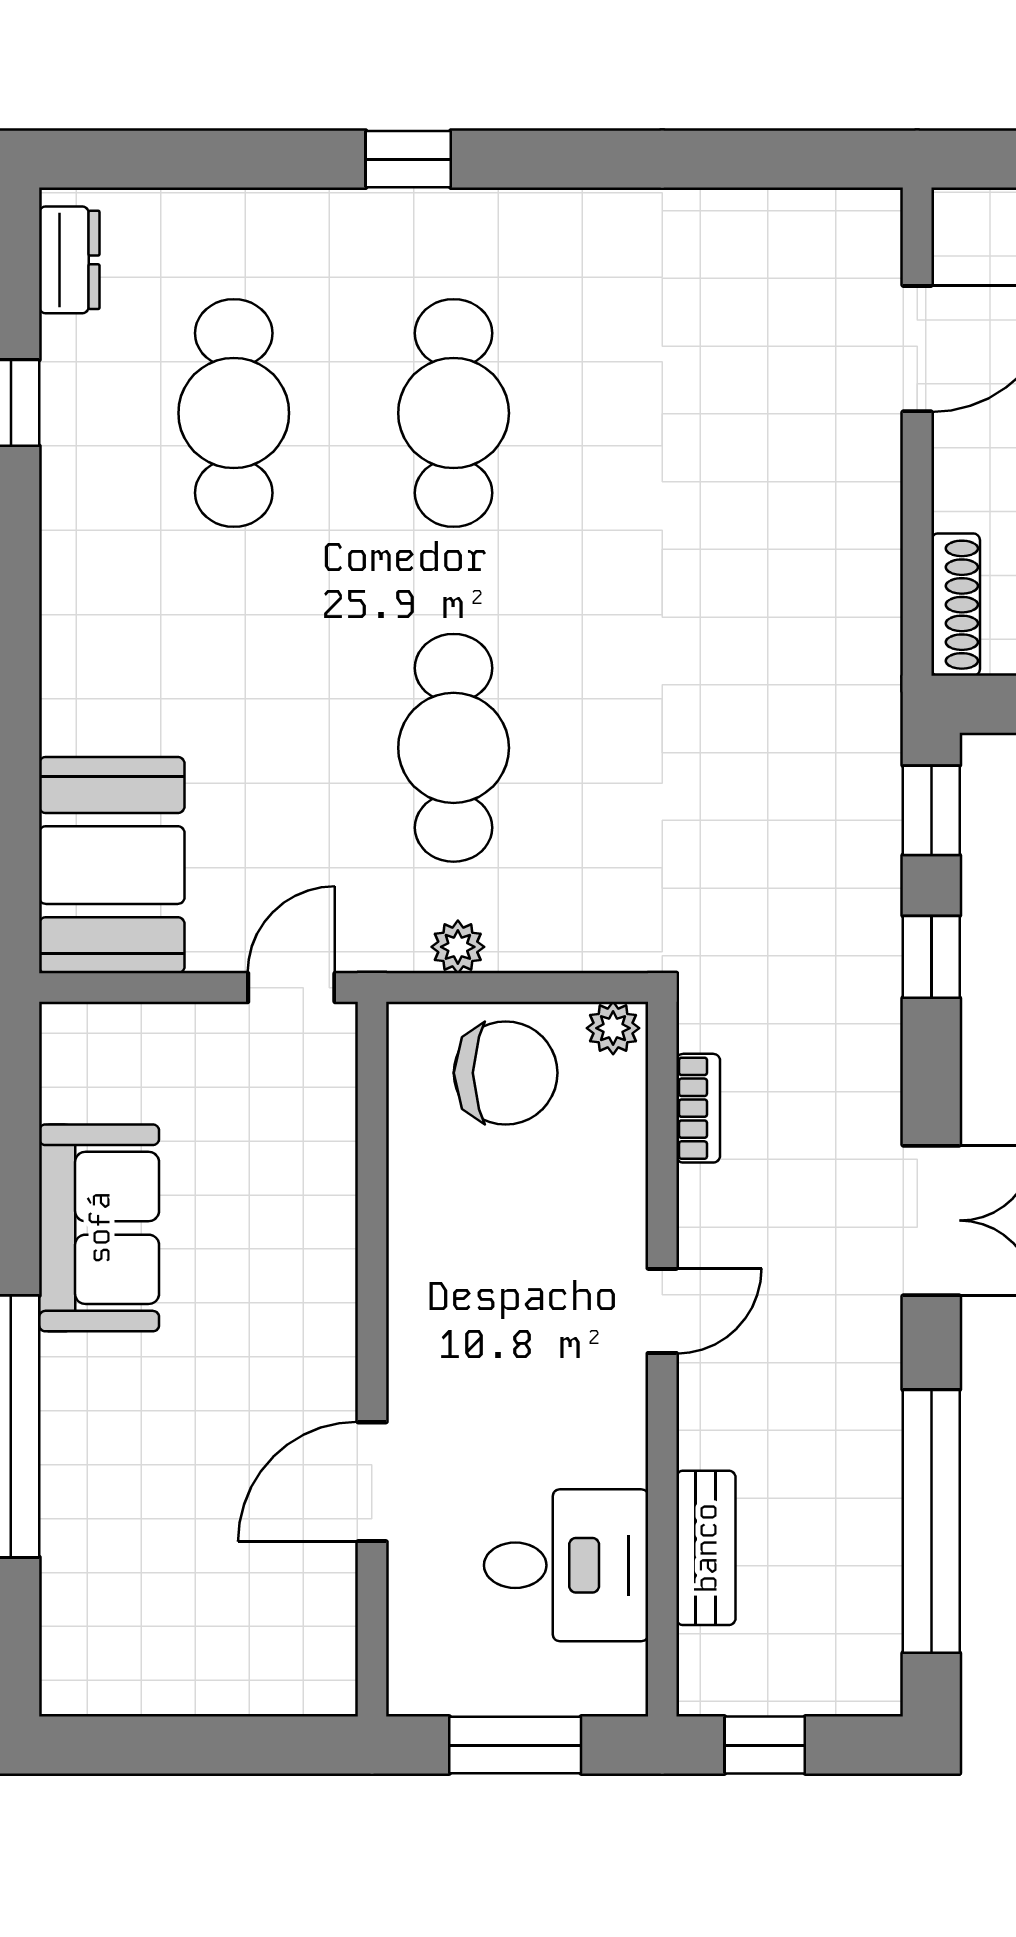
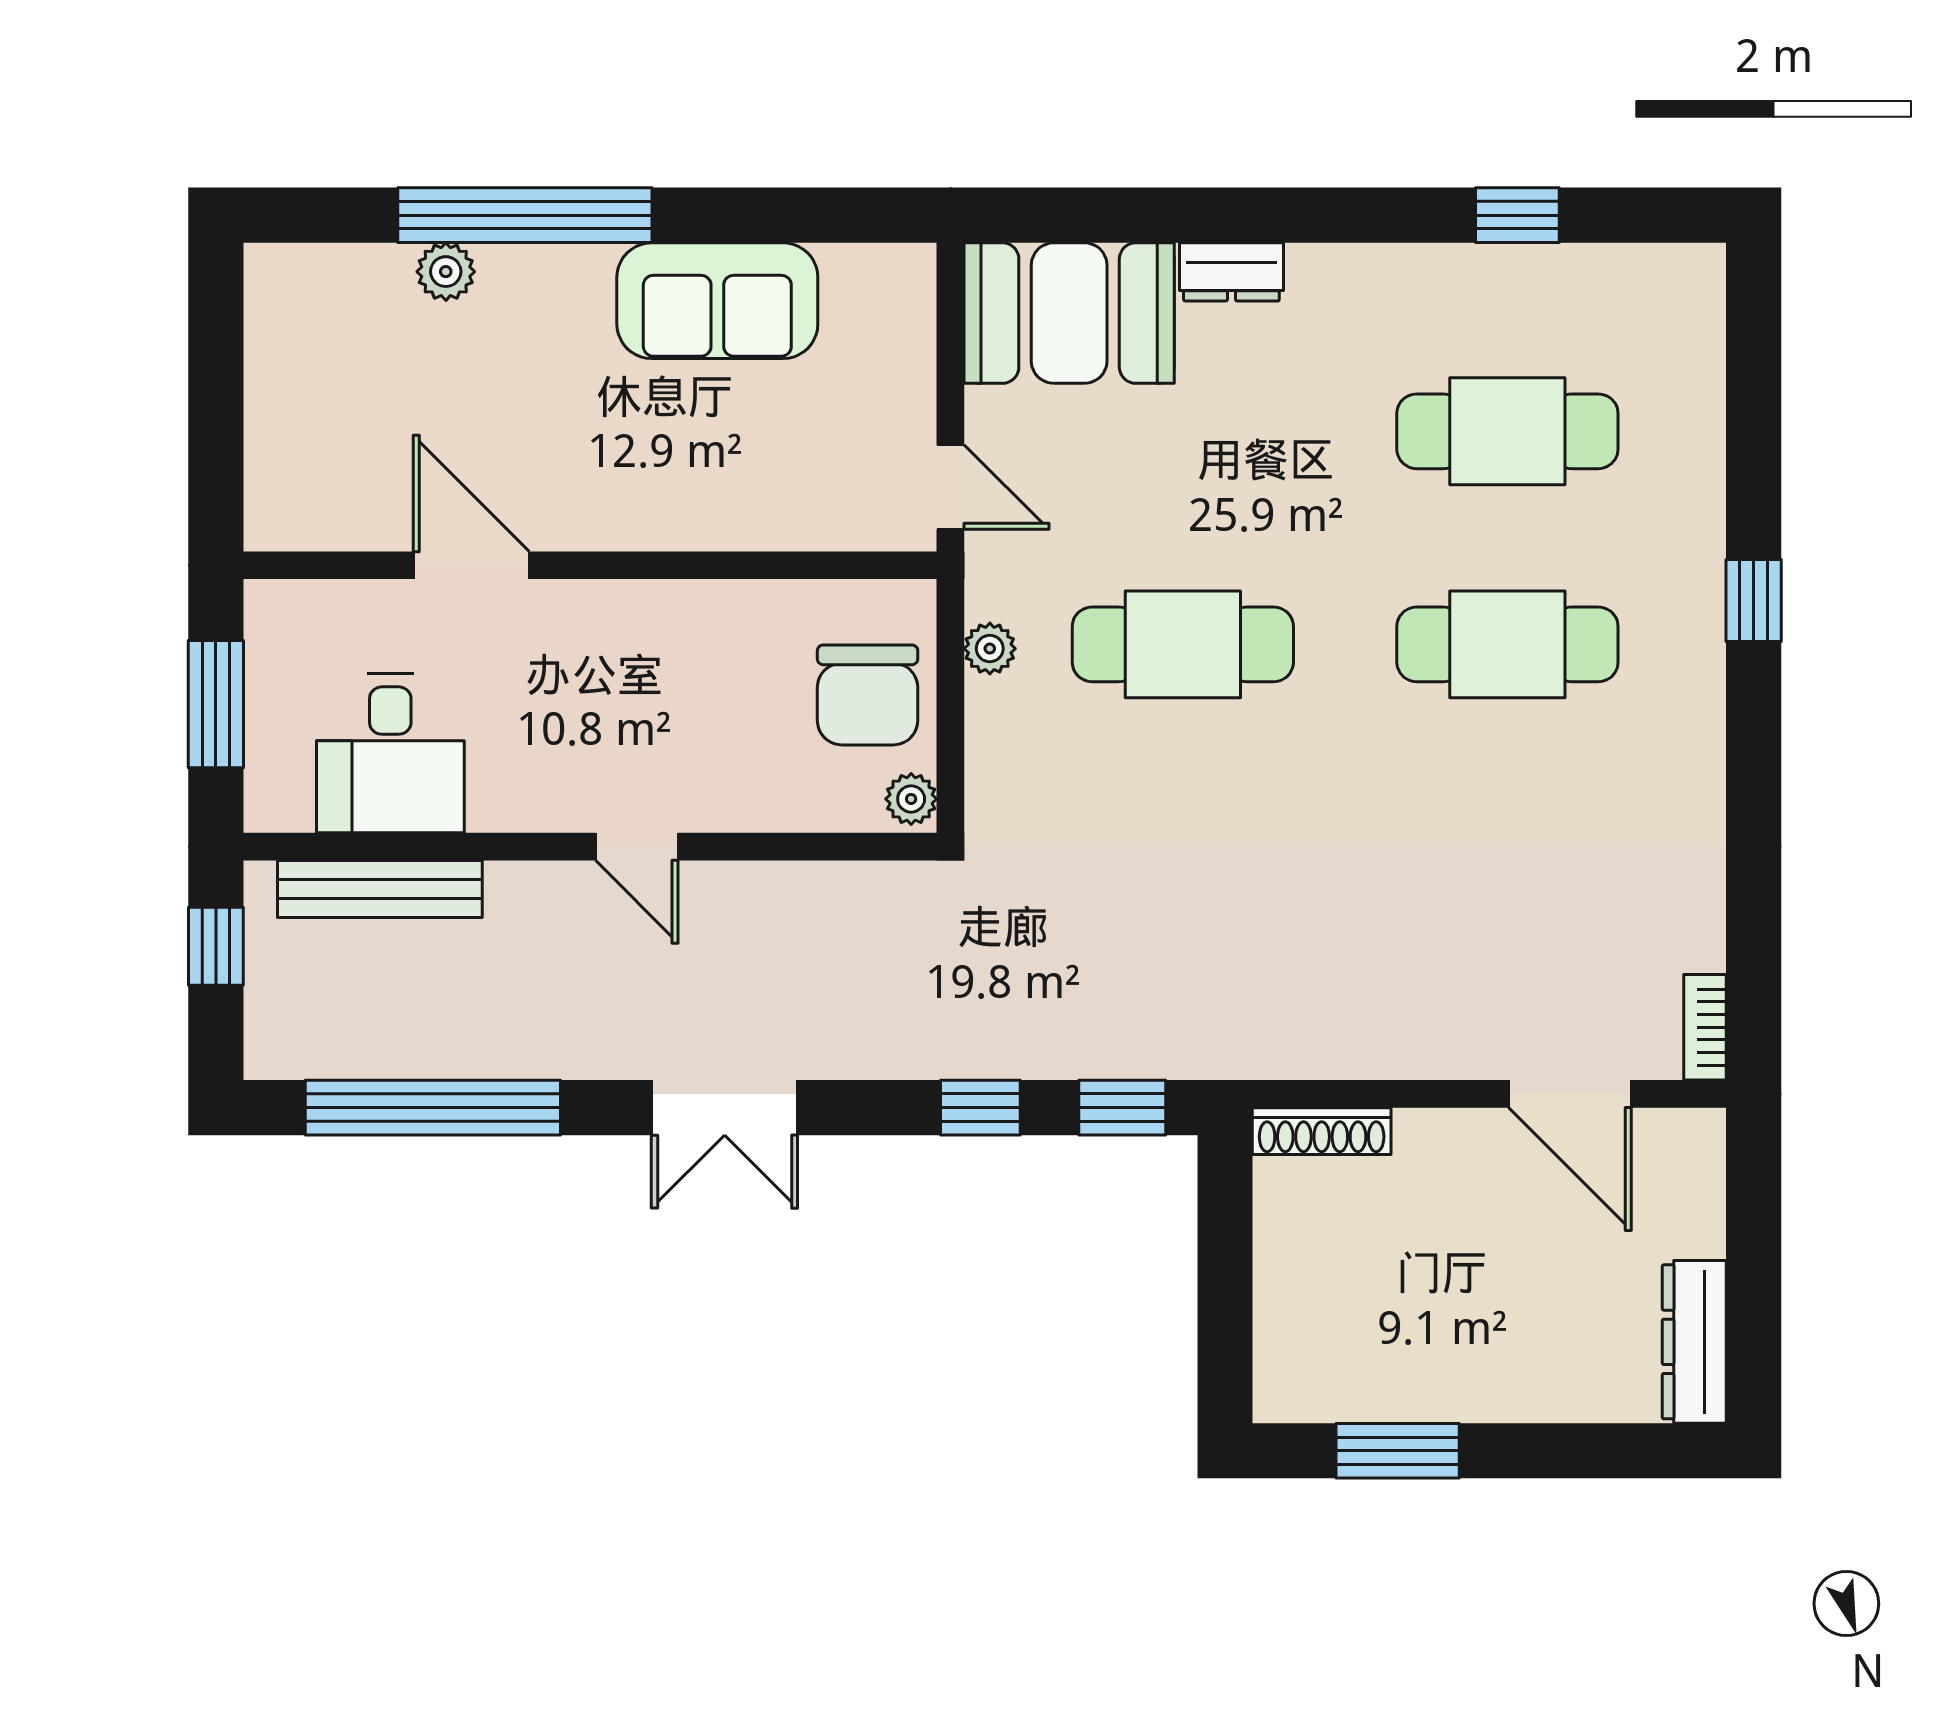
dresser: (69, 260) -> (1231, 272), moved
bookcase: (698, 1108) -> (1705, 1027), moved, turned 90
plant: (69, 1508) -> (446, 272), added
bench: (706, 1548) -> (380, 889), width x1.36

